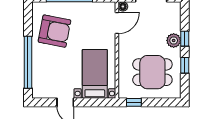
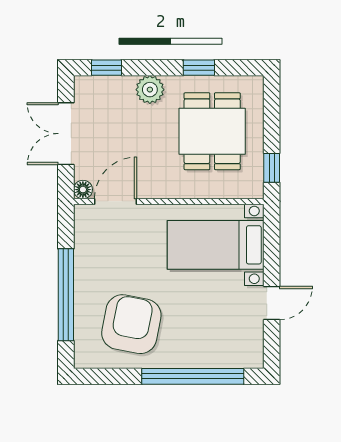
door: (117, 23) -> (116, 201), hinge flipped
window: (185, 39) -> (106, 68), moved

